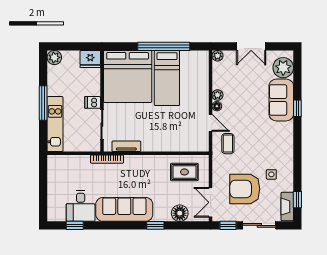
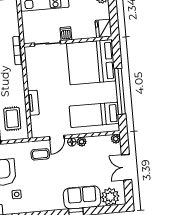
bed: (167, 78) -> (94, 115), moved
tv unit: (126, 146) -> (33, 103), moved

